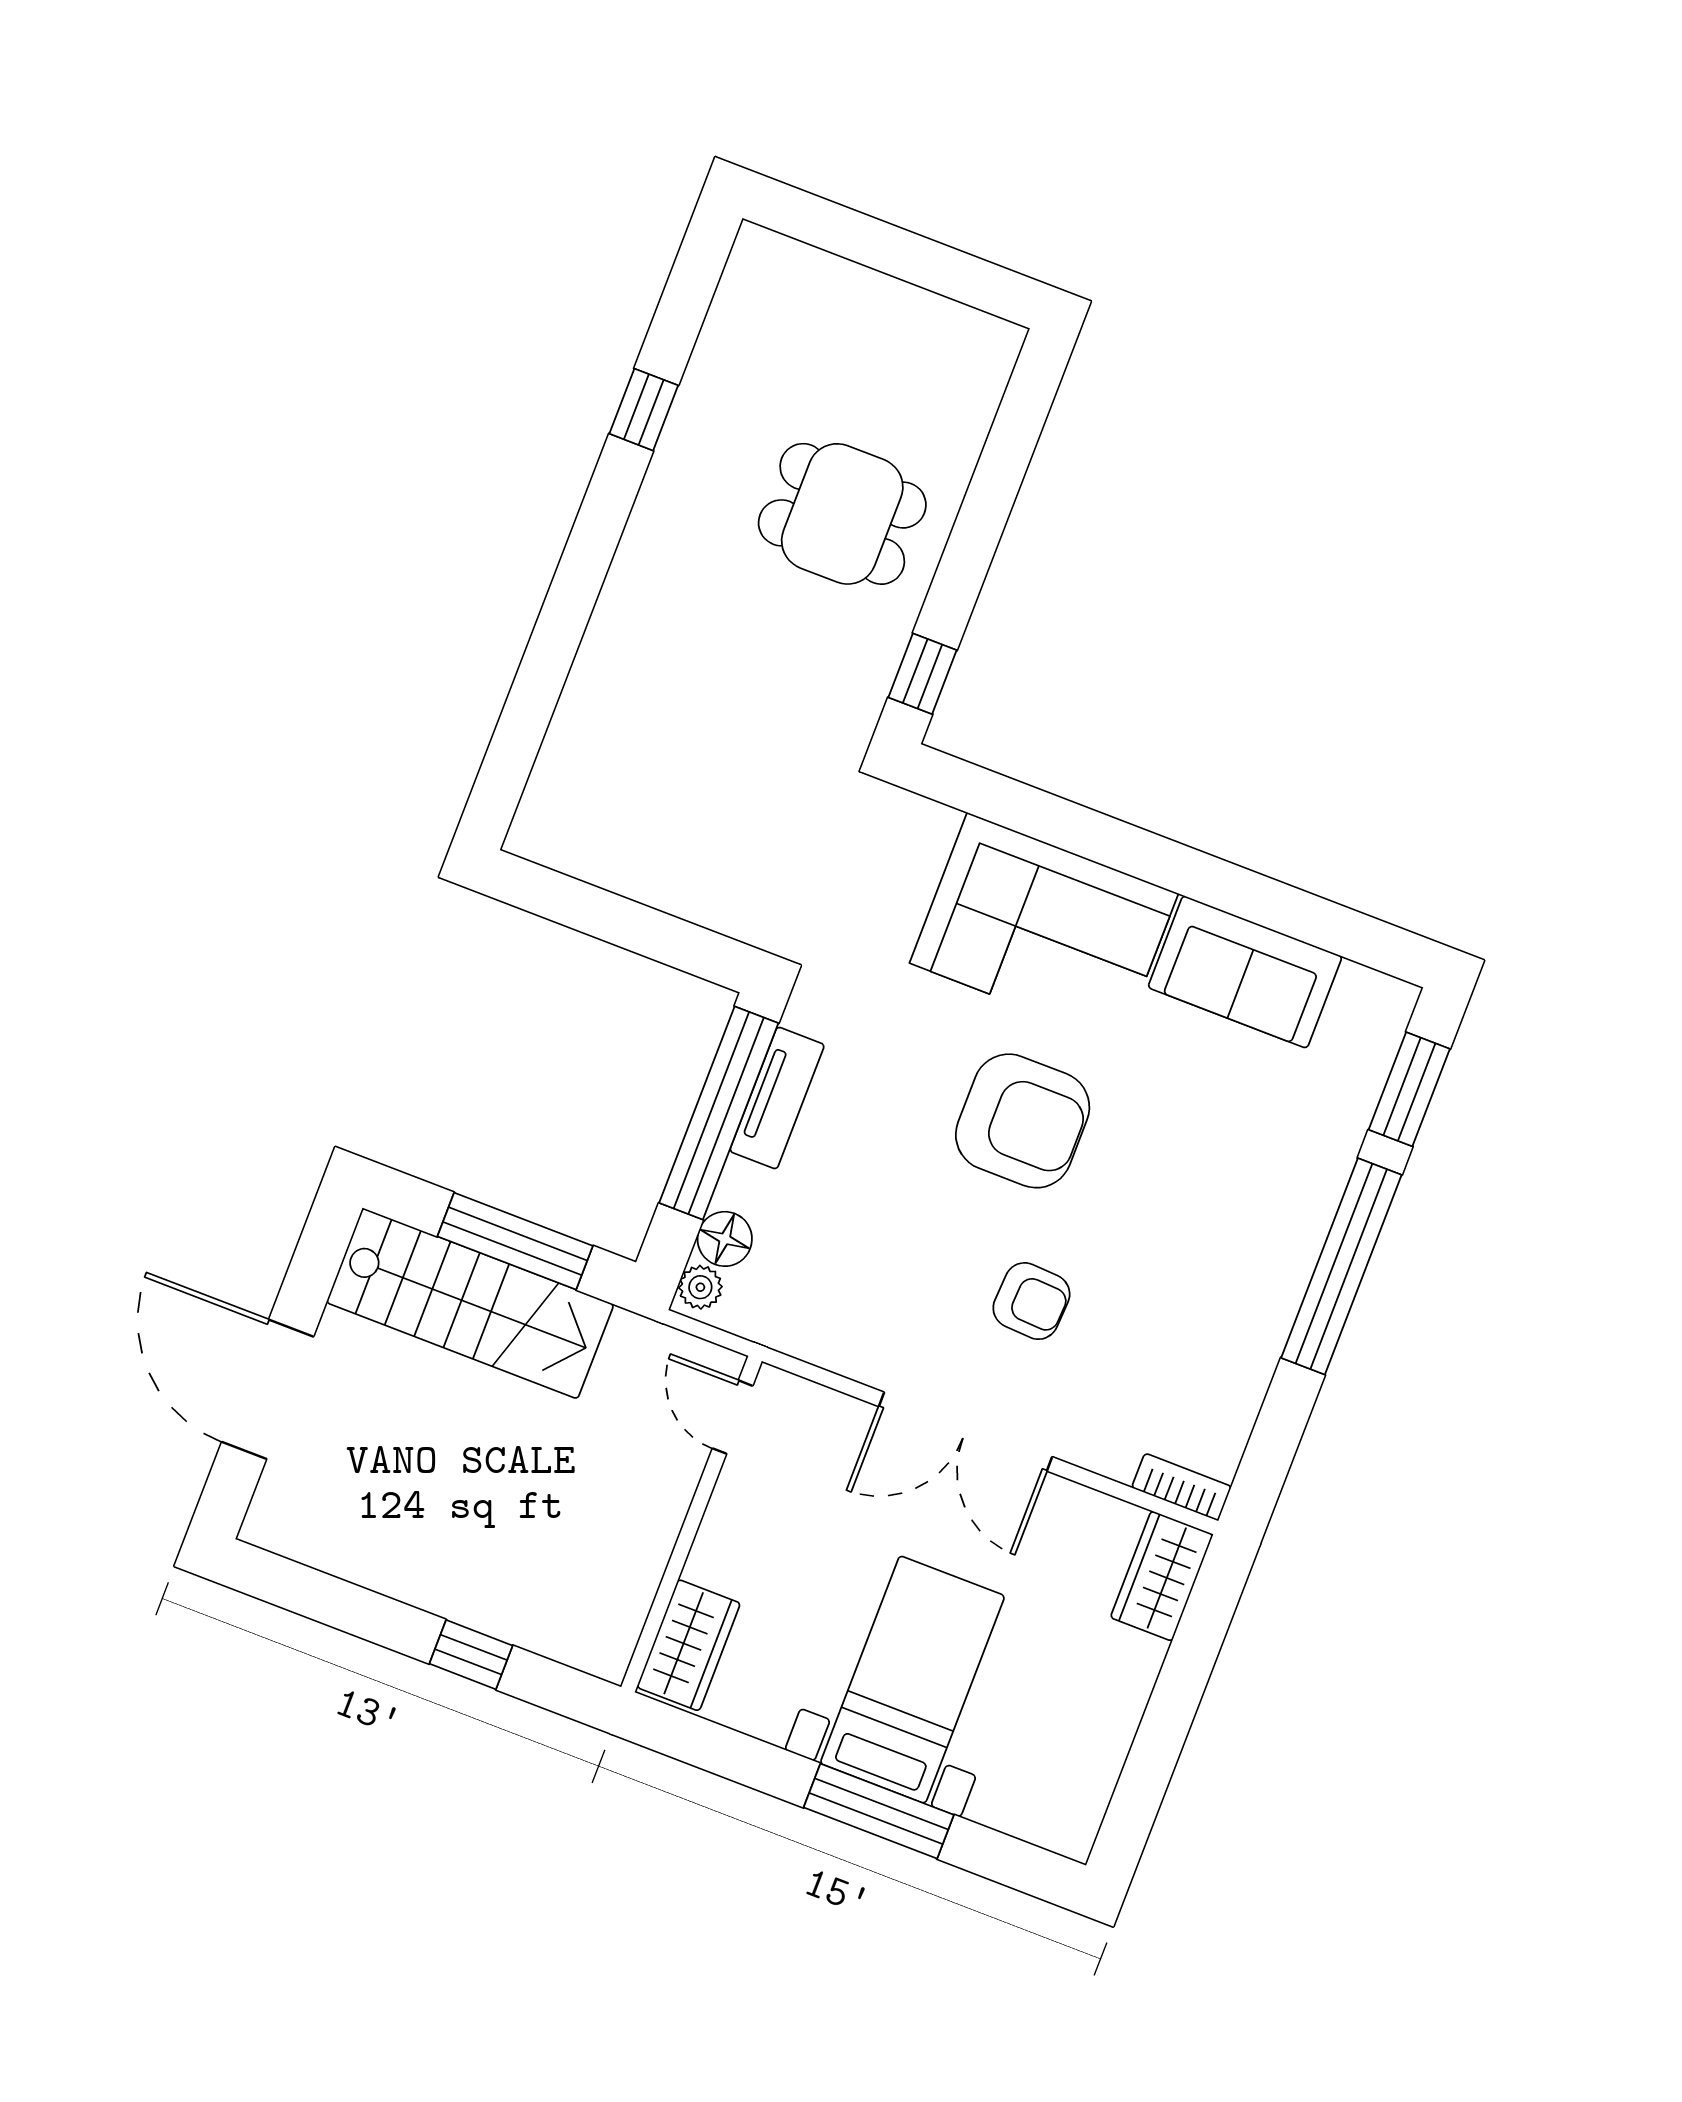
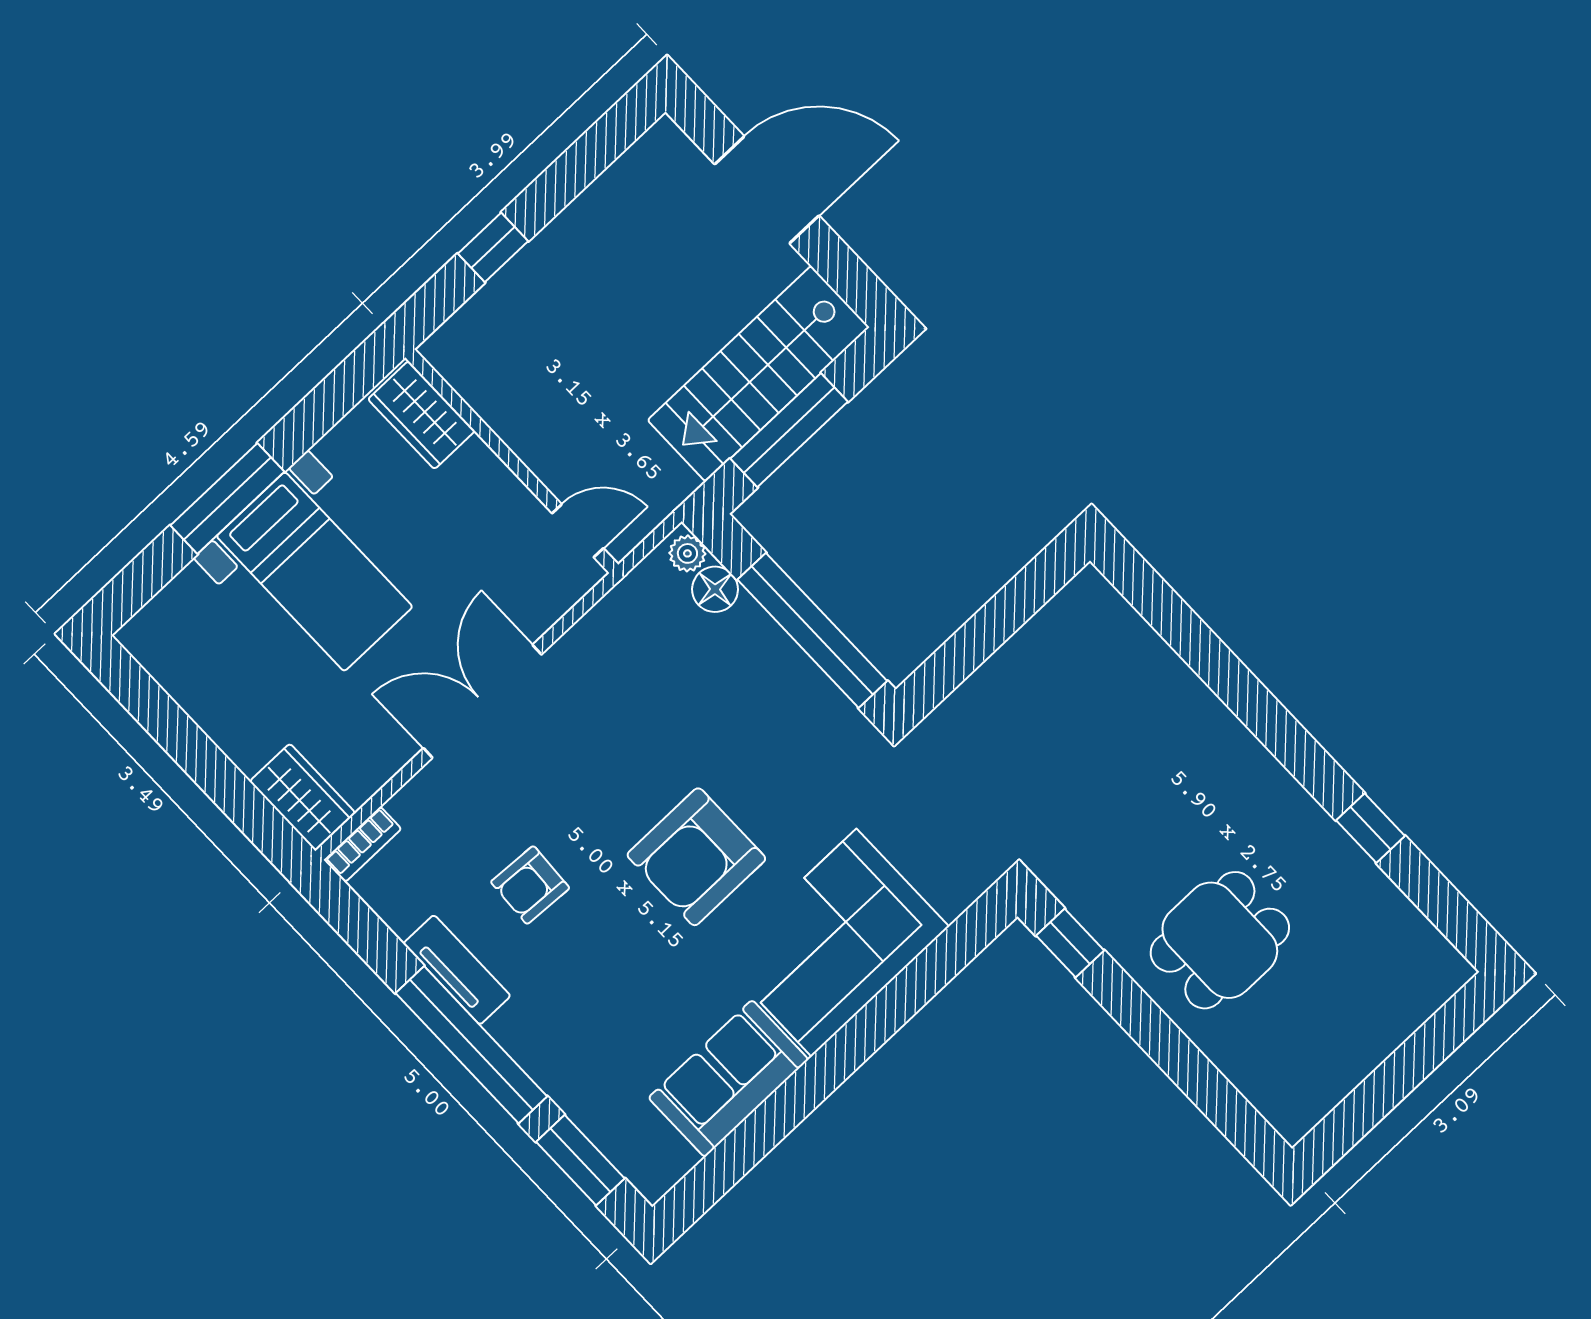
tv unit: (777, 1098) -> (457, 970), moved, turned 180
armchair: (1031, 1301) -> (530, 885), moved

